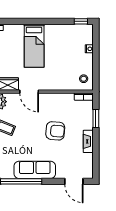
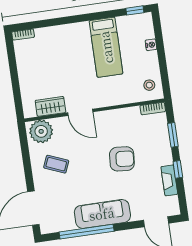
bed: (34, 46) -> (106, 47), moved
fireplace: (88, 141) -> (169, 180), moved
window: (96, 145) -> (178, 169), added

